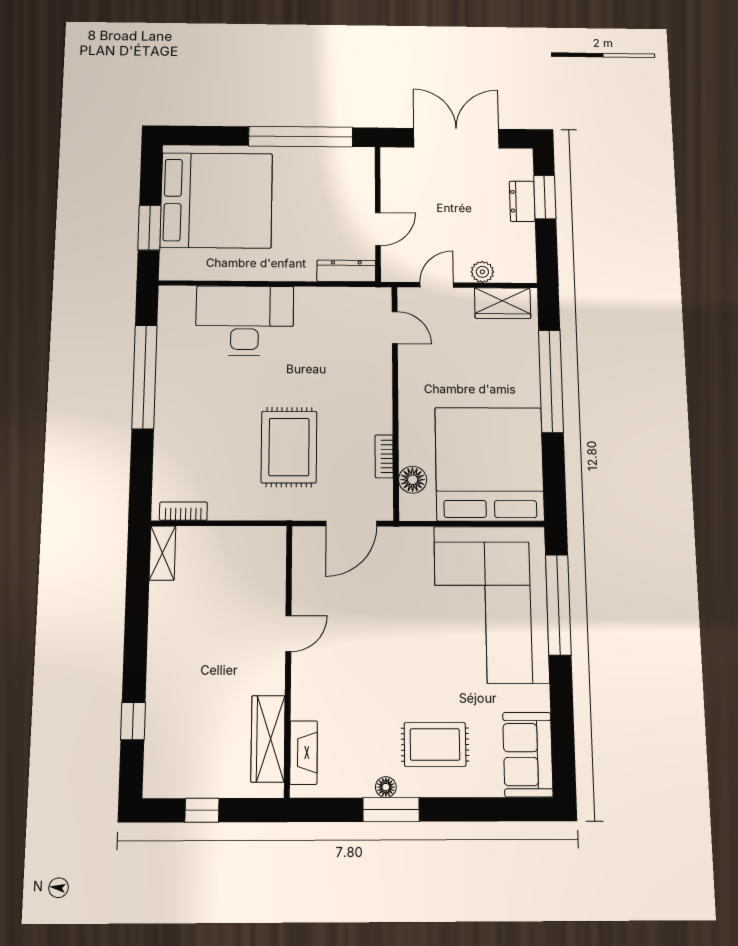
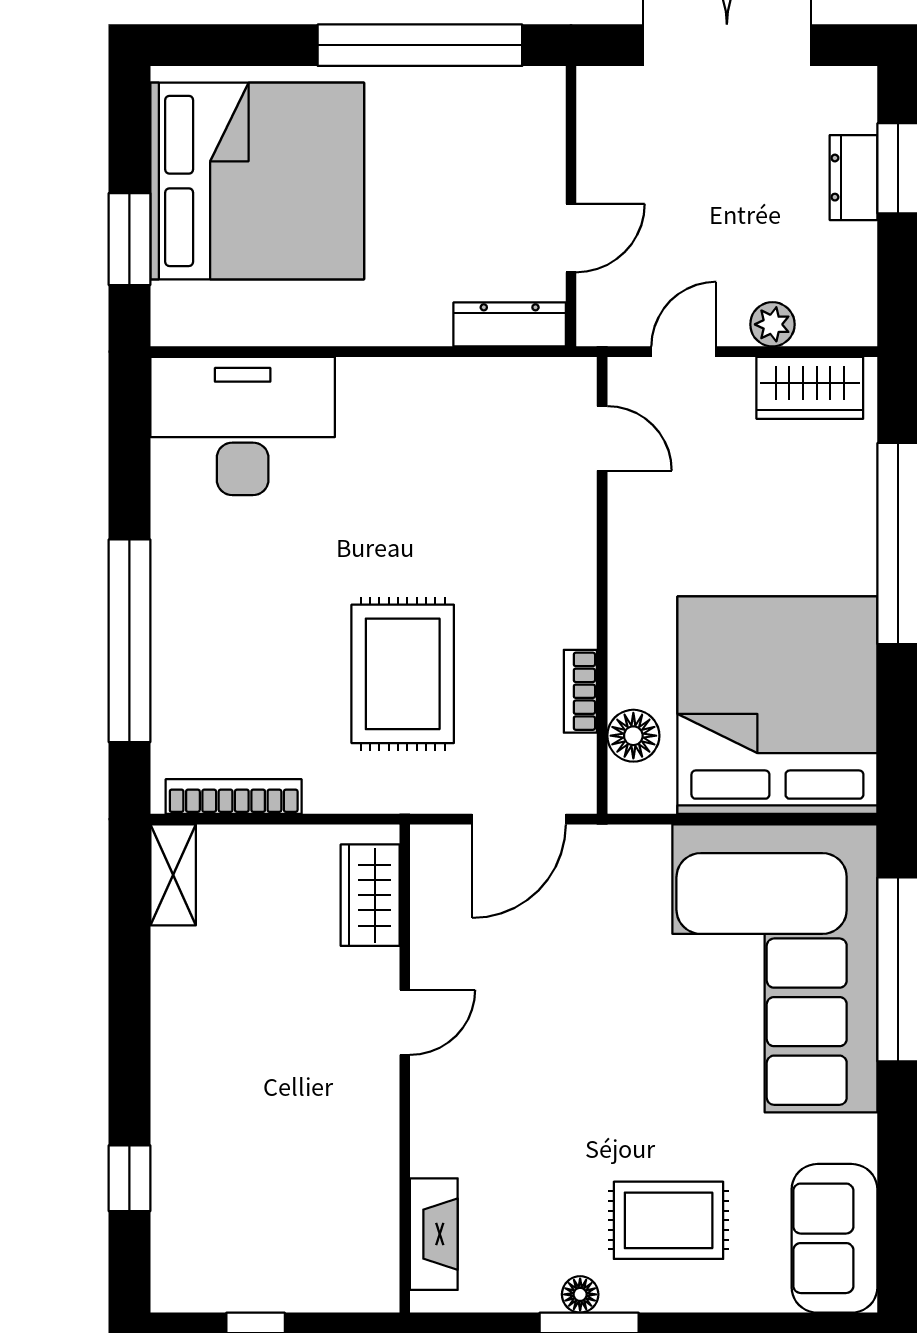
desk: (245, 320) -> (243, 426), moved
window: (144, 377) -> (129, 641), moved
bookcase: (183, 511) -> (234, 797), width x1.56
wardrobe: (268, 739) -> (370, 895), moved, width x0.67

